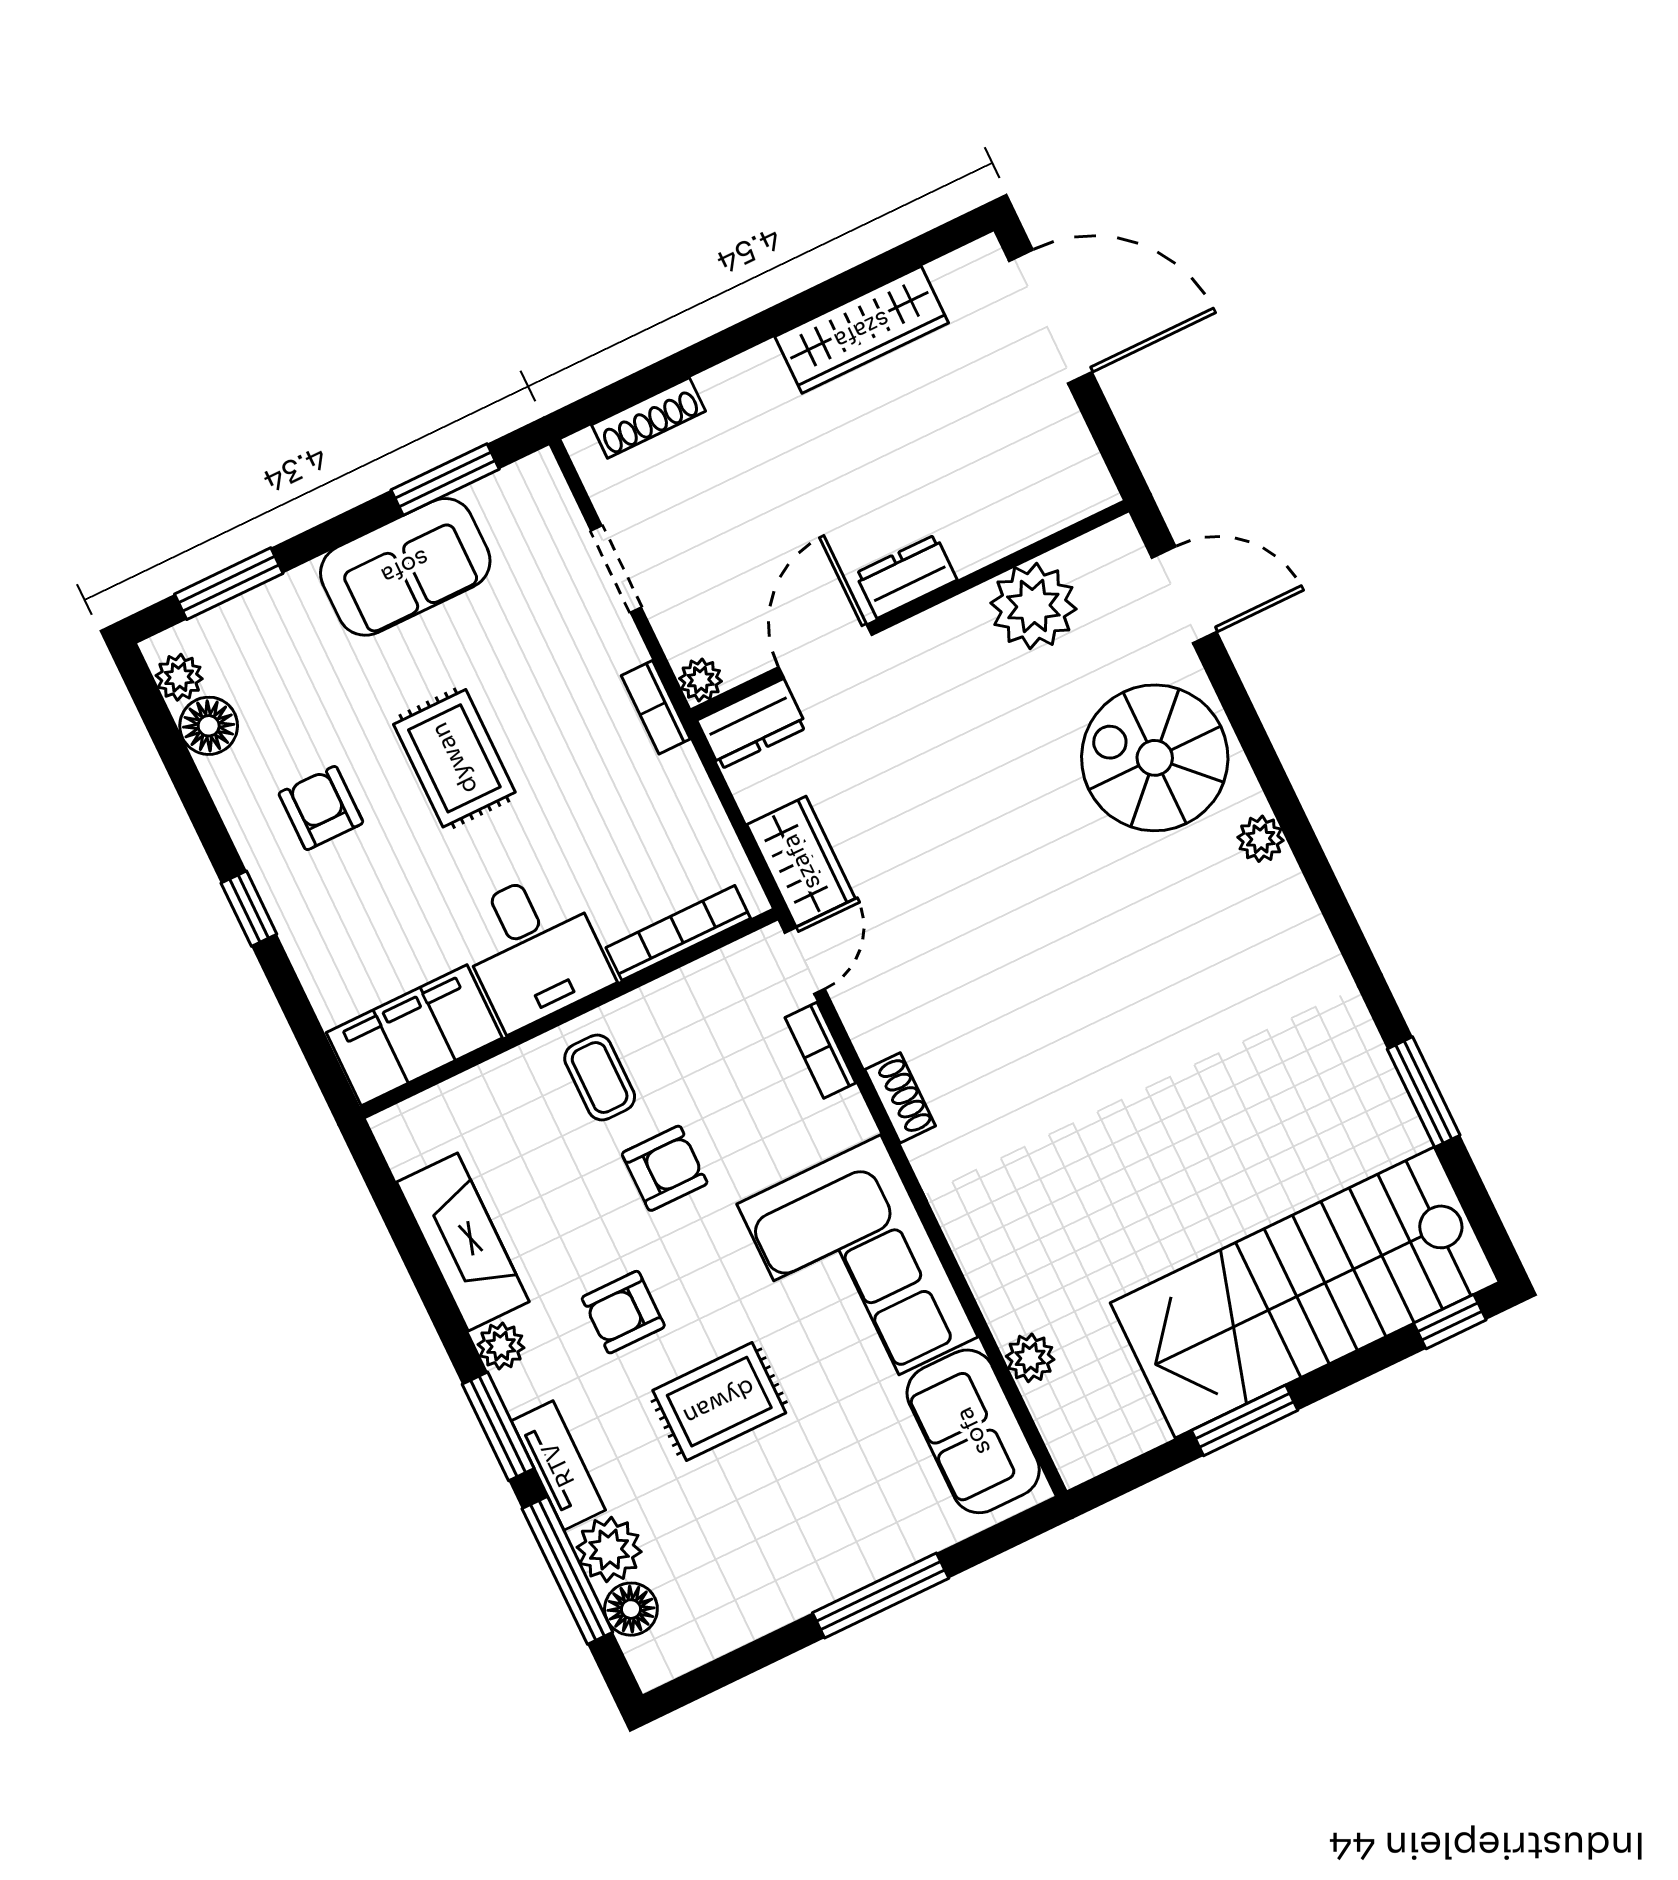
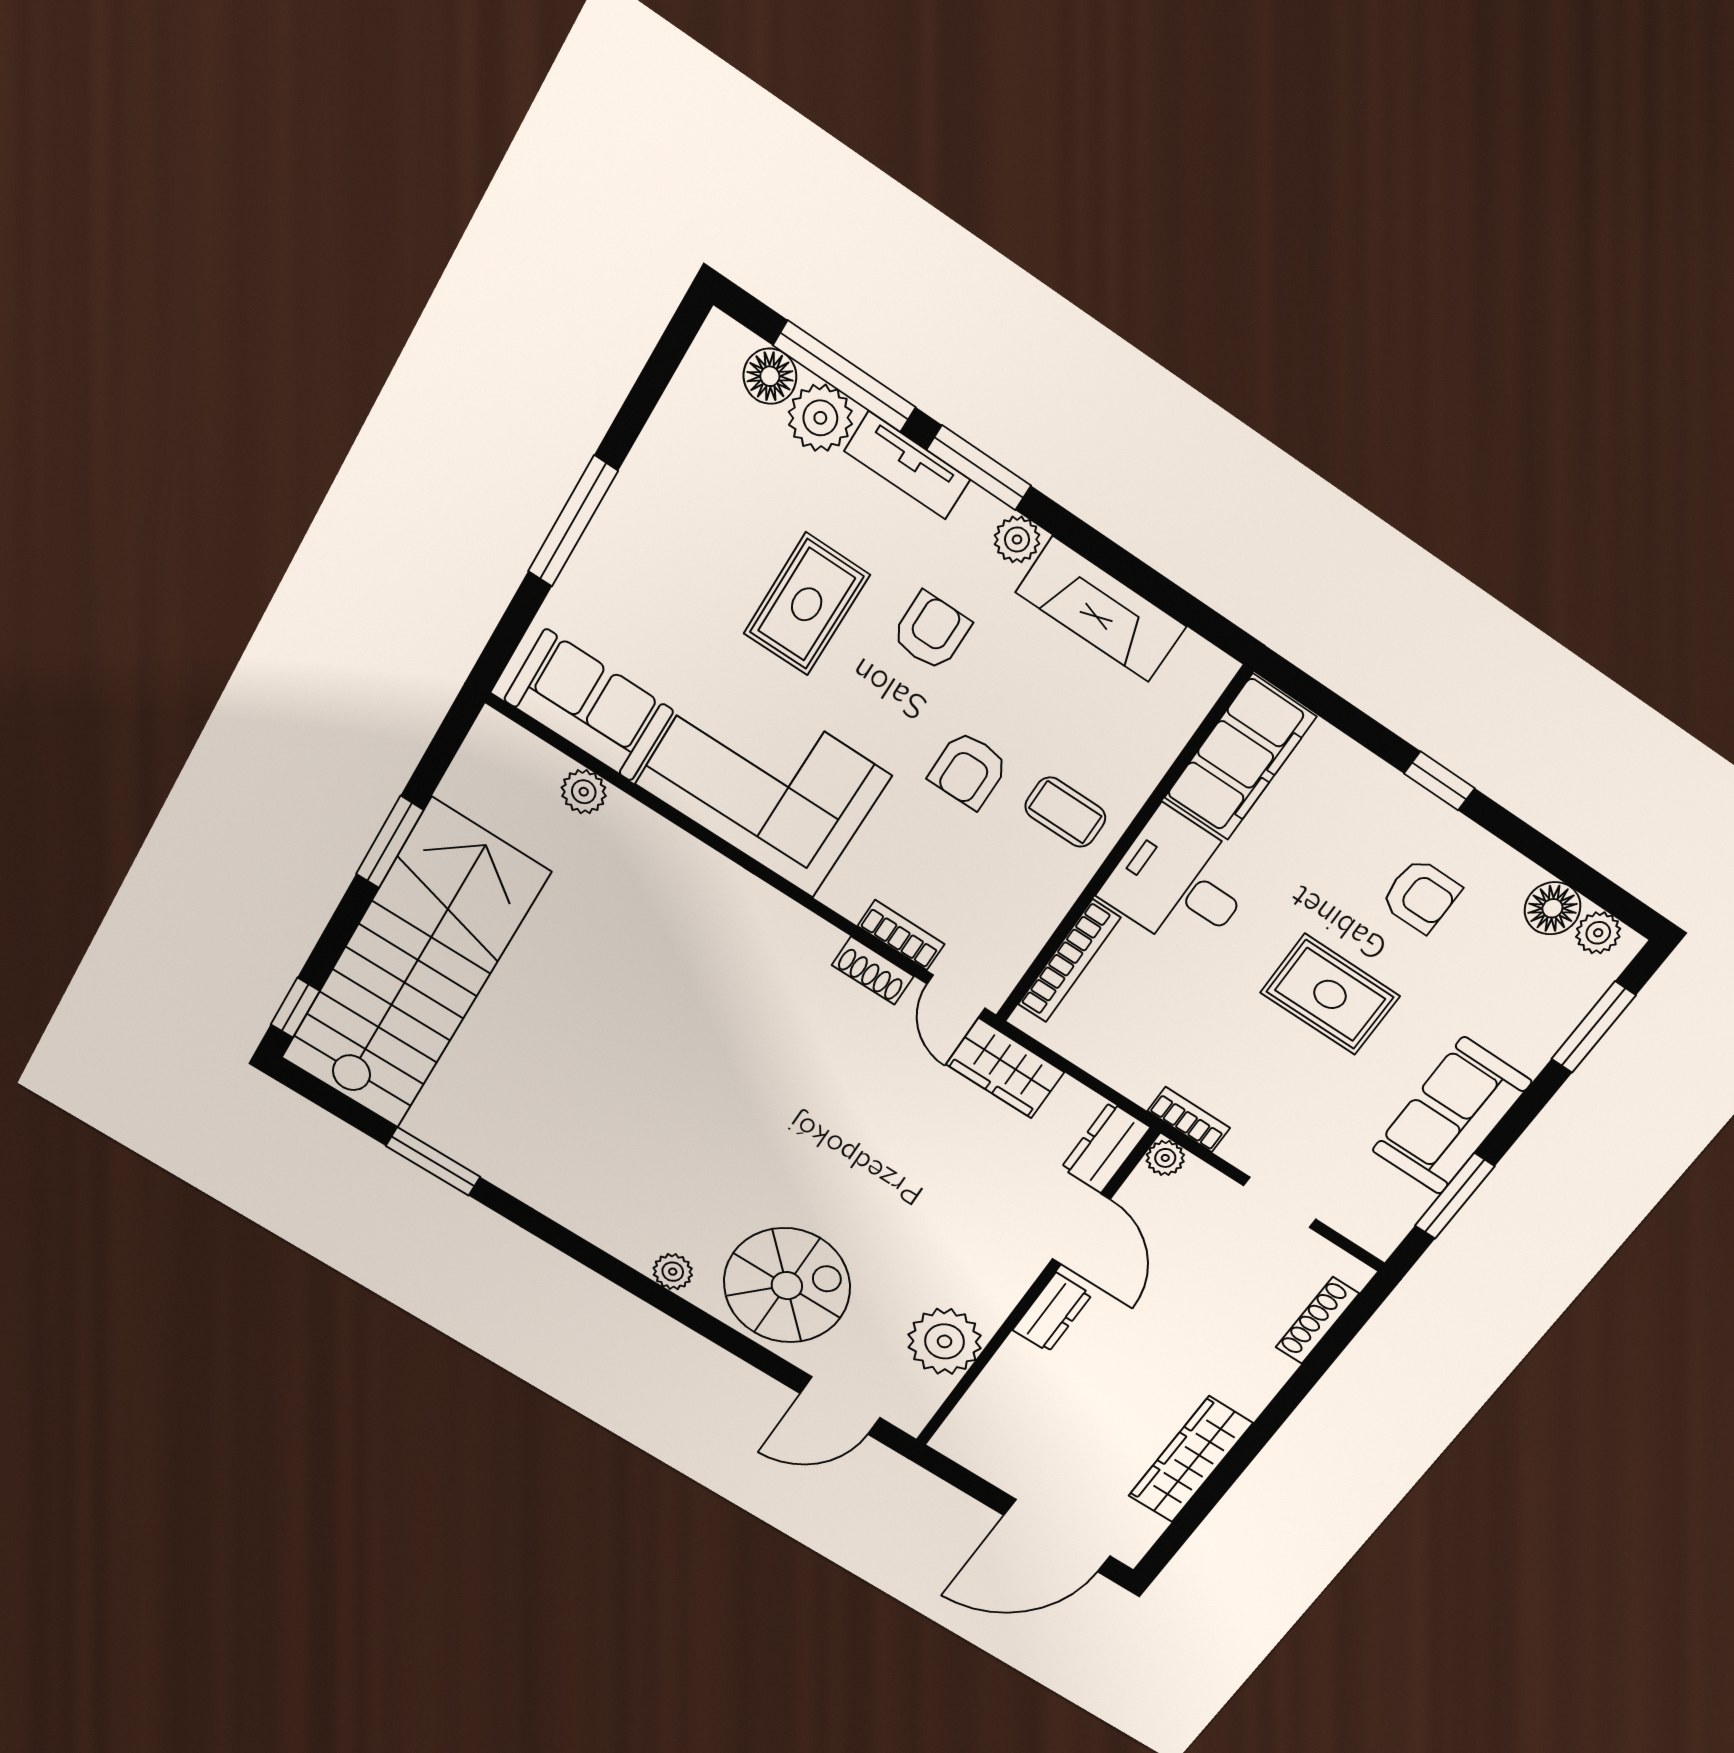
shoe rack: (900, 1098) -> (873, 971), moved

